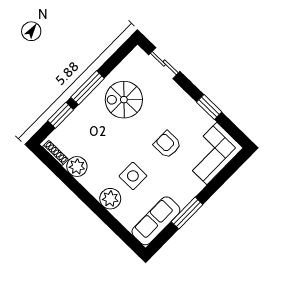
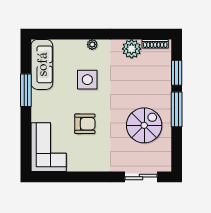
window: (209, 107) -> (81, 177), removed
plant: (110, 199) -> (92, 45), width x0.53, depth x0.53

